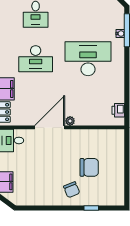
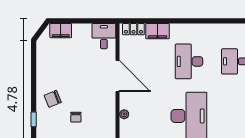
plant: (70, 121) -> (124, 114), moved
chair: (89, 167) -> (76, 117), width x0.54, depth x0.54

